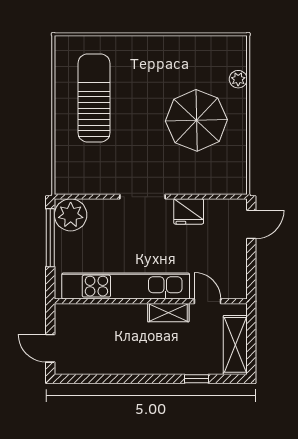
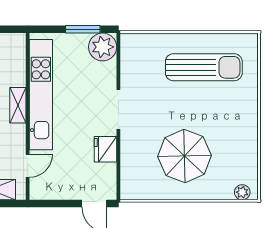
plant: (238, 79) -> (242, 192), moved
window: (50, 238) -> (83, 29), width x0.69
shelving: (168, 313) -> (18, 105), moved

